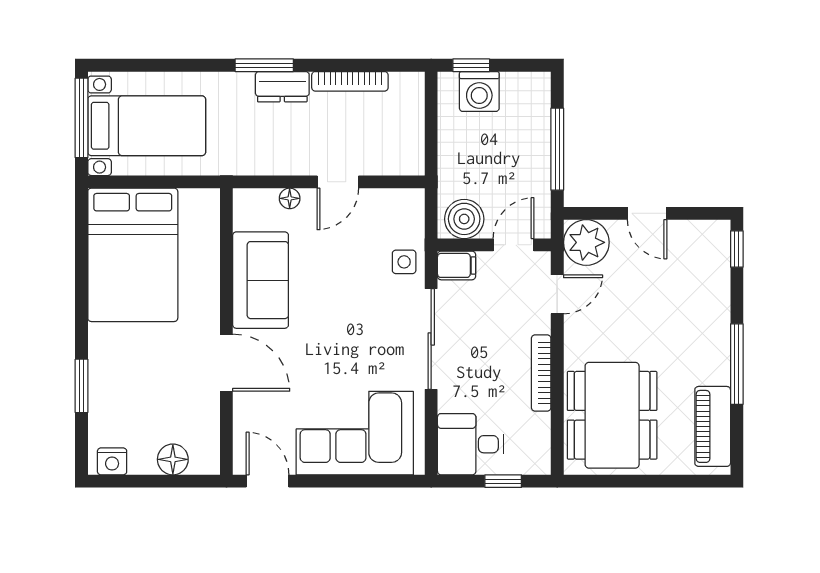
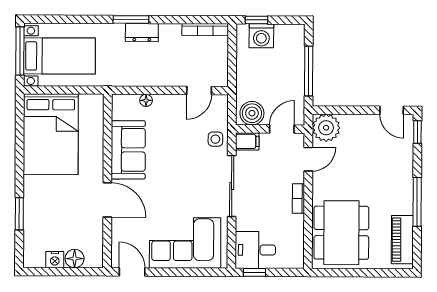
bookcase: (350, 81) -> (205, 29), moved
door: (338, 182) -> (199, 90), moved
door: (647, 213) -> (392, 110), moved
bookcase: (541, 373) -> (298, 199), width x0.64
nightstand: (112, 461) -> (55, 260), moved
window: (503, 481) -> (255, 272), moved

